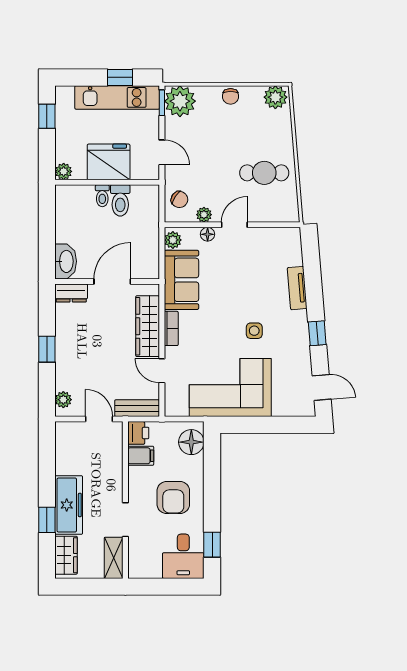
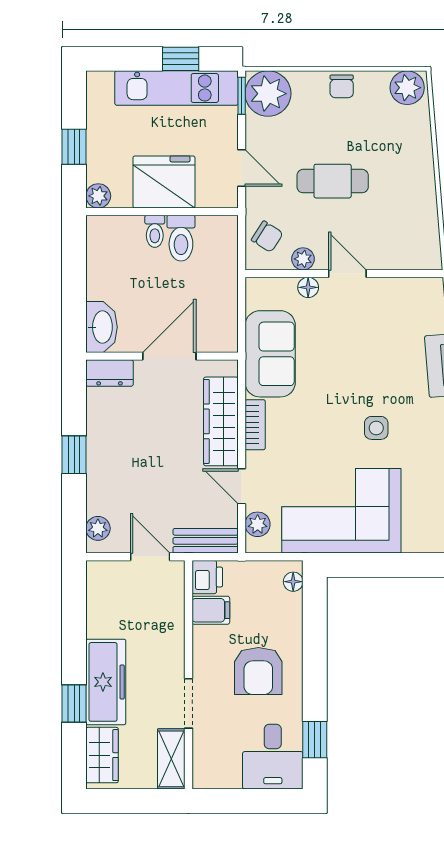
window: (47, 116) -> (74, 147), moved
cafe table: (264, 173) -> (333, 181), moved
door: (234, 225) -> (347, 274), hinge flipped
plant: (173, 240) -> (258, 524), moved
floor lamp: (191, 442) -> (293, 582), width x0.53, depth x0.53

